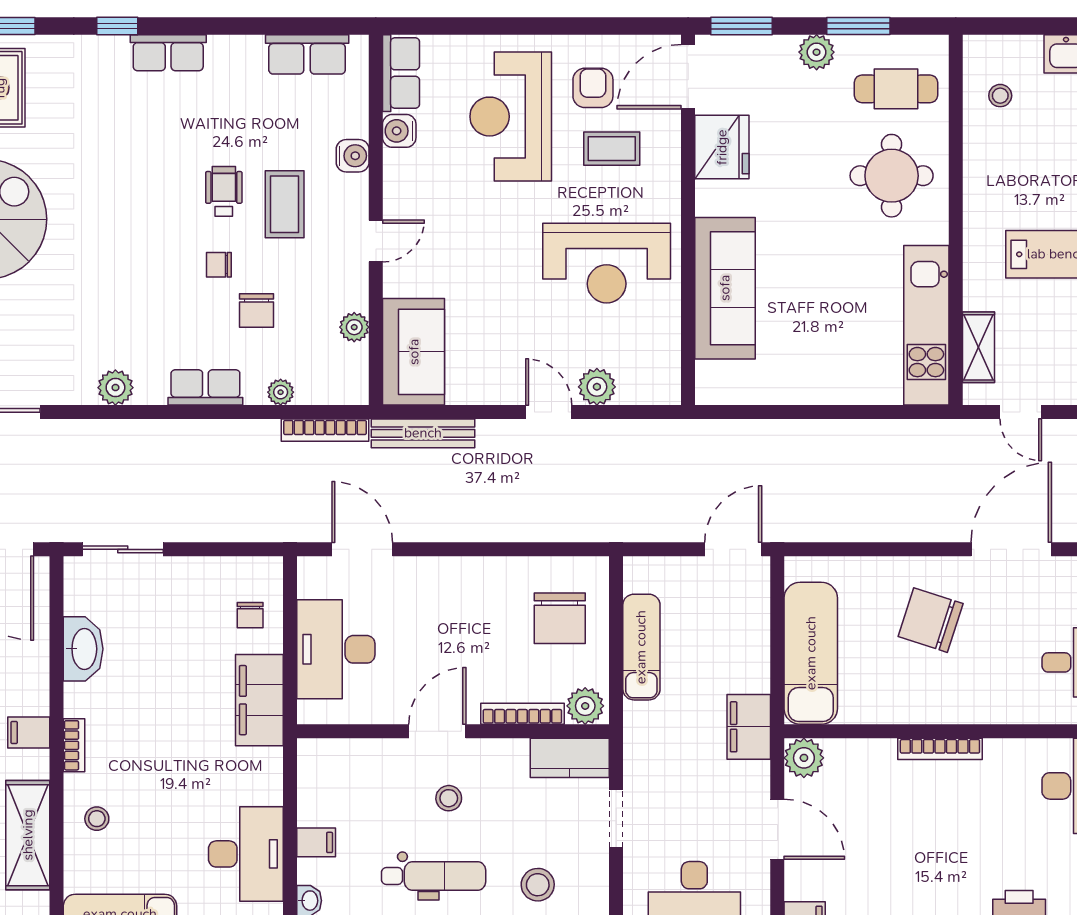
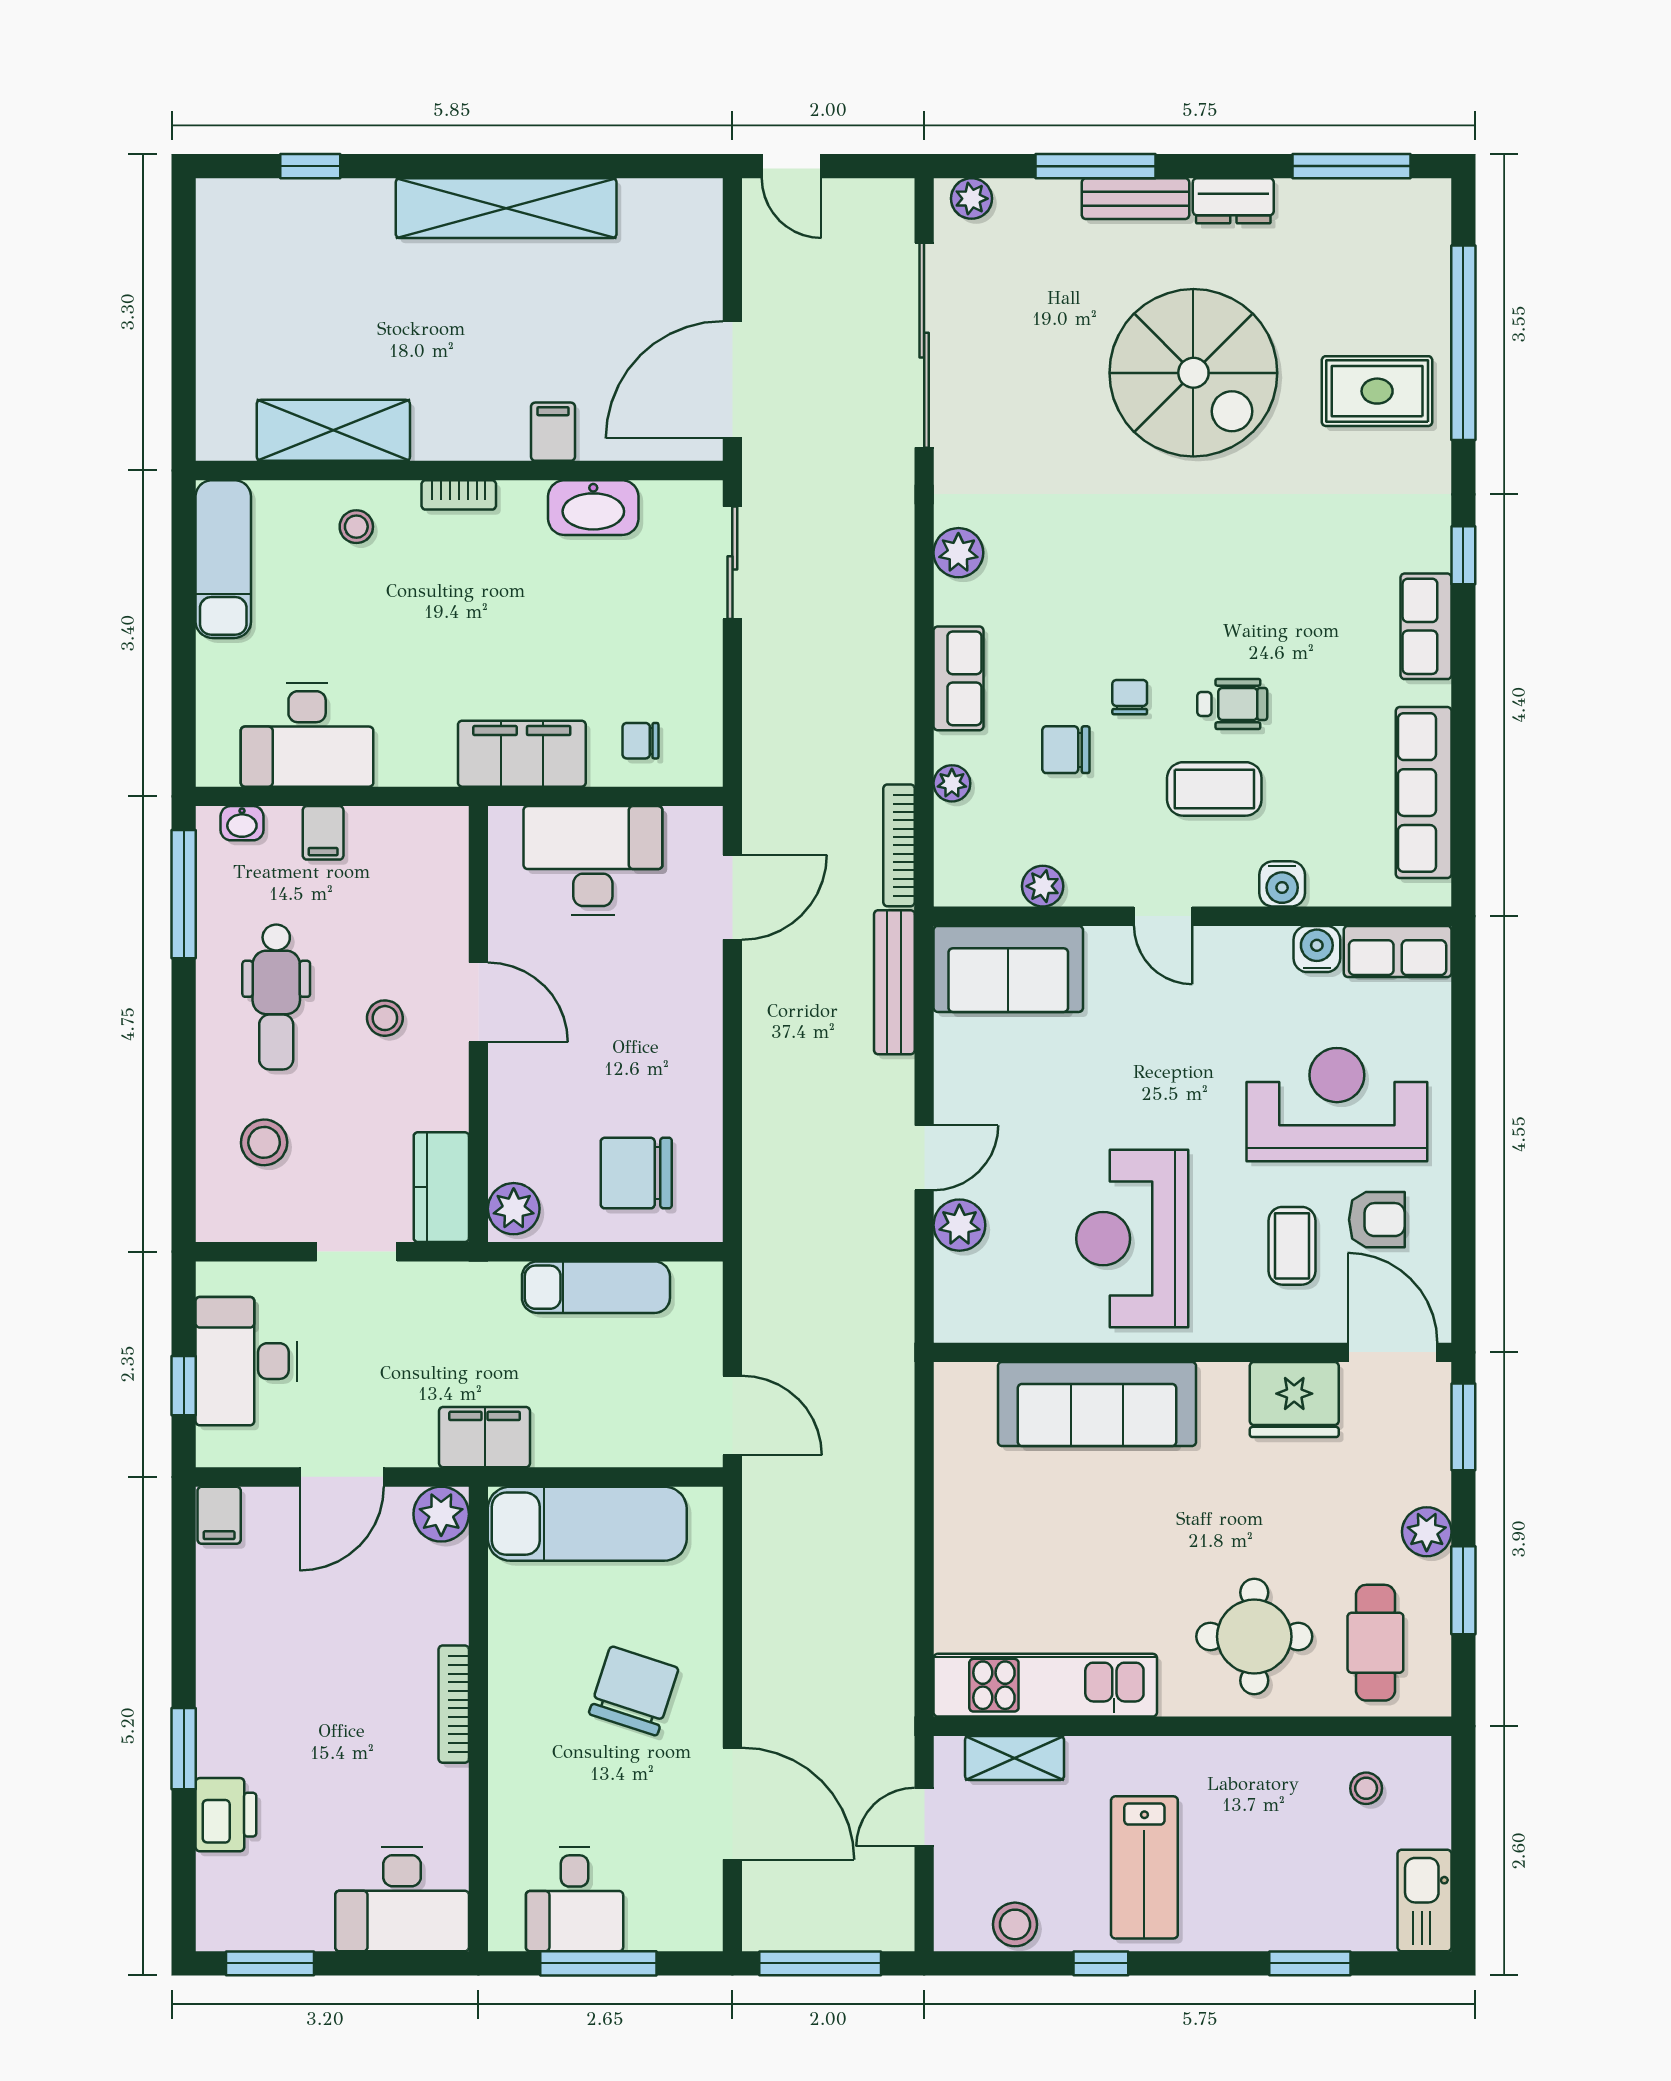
row of seats: (307, 54) -> (1424, 793), width x1.48
bookcase: (522, 714) -> (503, 1121), removed
filing cabinet: (29, 732) -> (553, 432), moved

